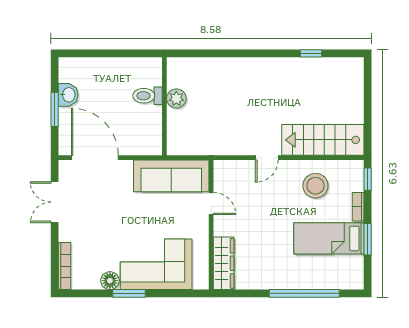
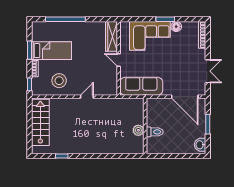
washbasin: (68, 95) -> (200, 145), moved
stairs: (323, 140) -> (40, 122), moved, turned -90
door: (211, 204) -> (119, 60), moved

